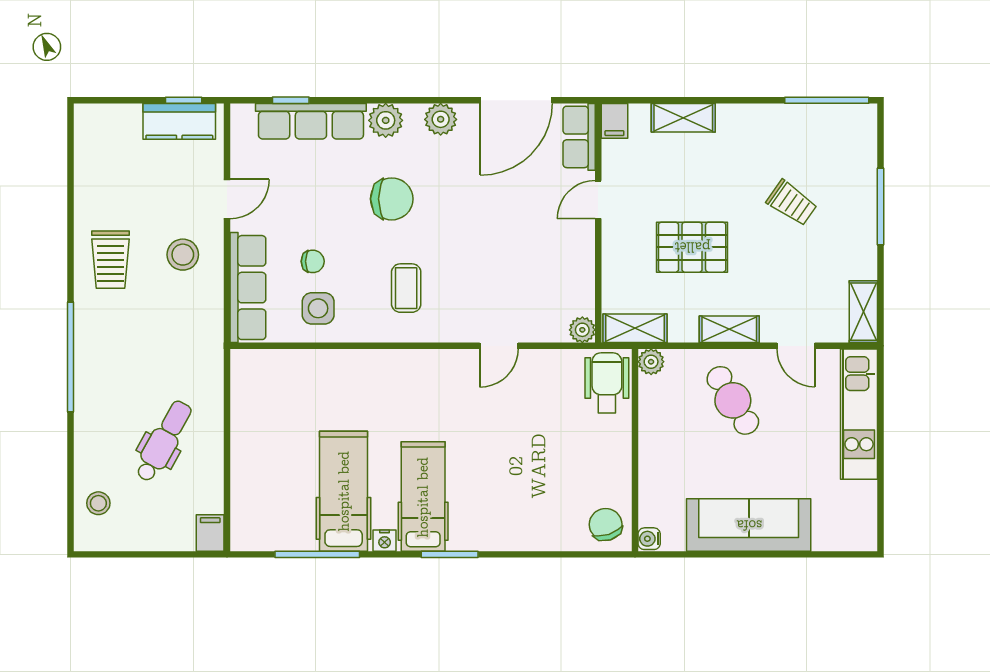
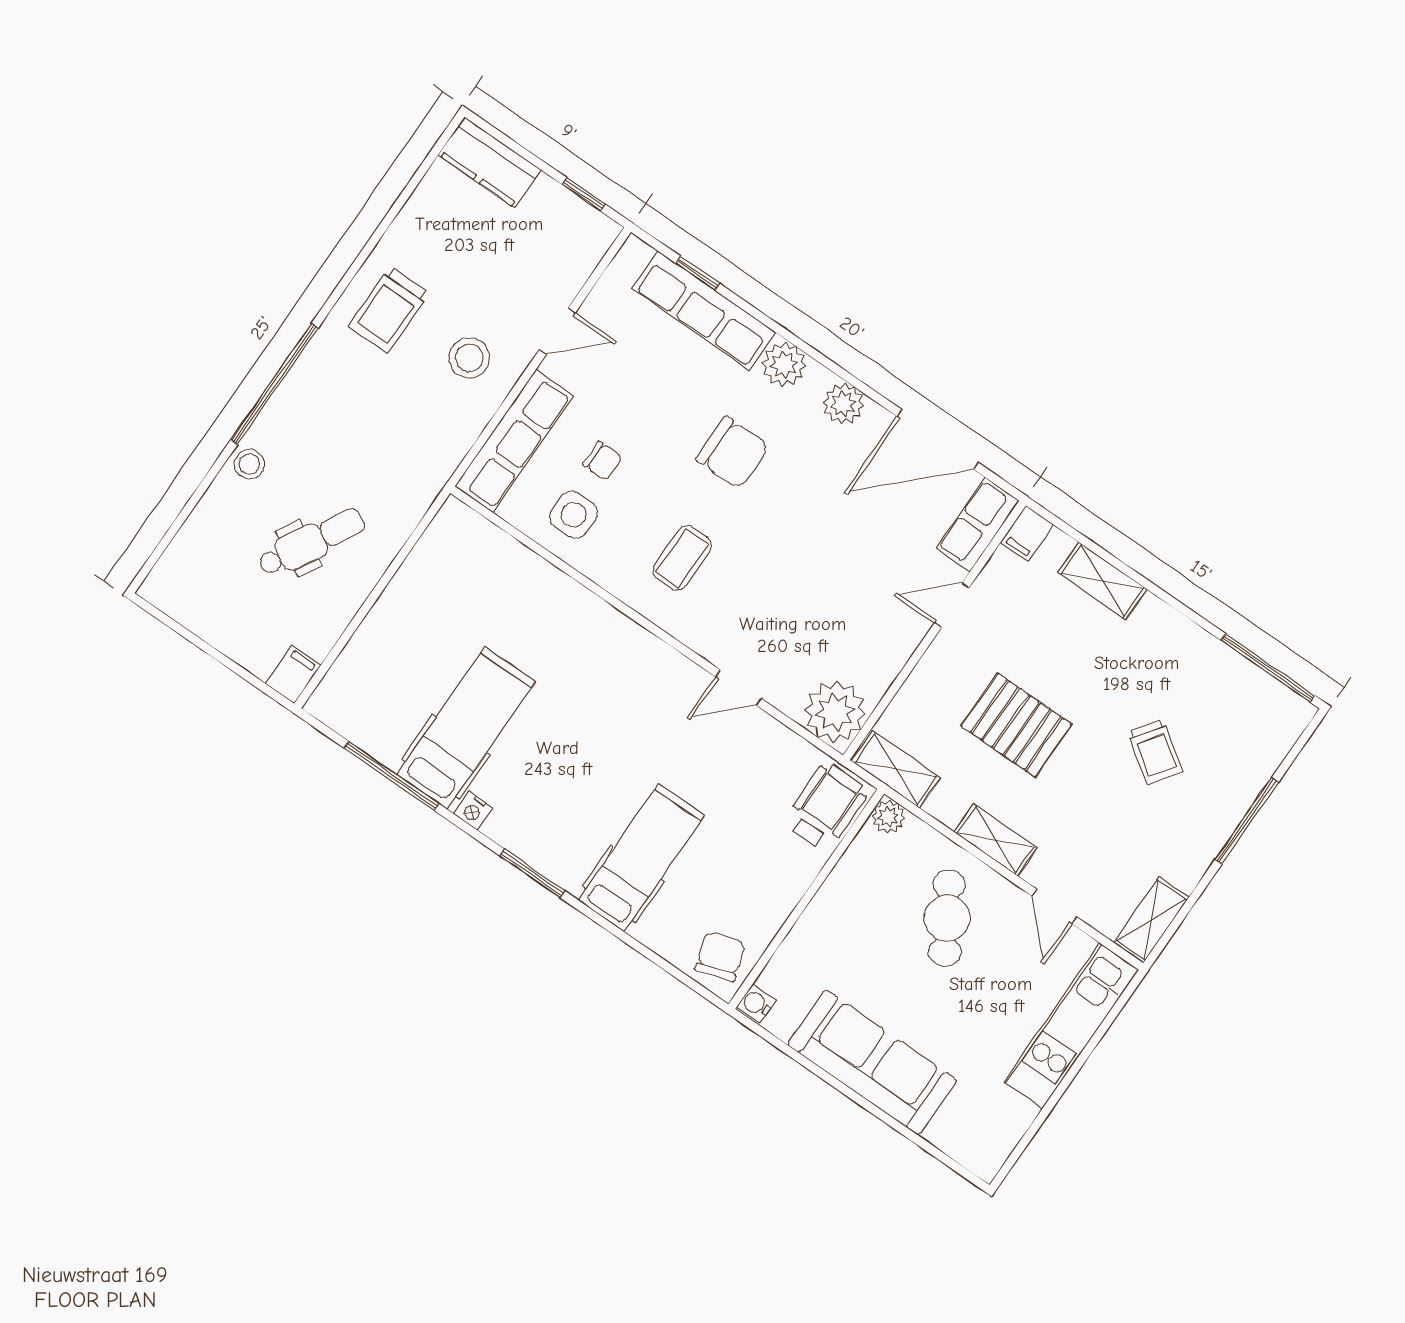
kitchen counter: (179, 121) -> (490, 162), moved
plant: (582, 330) -> (835, 712), width x1.87, depth x1.87
hospital bed: (423, 497) -> (641, 858), moved
stool: (98, 503) -> (249, 464), moved

